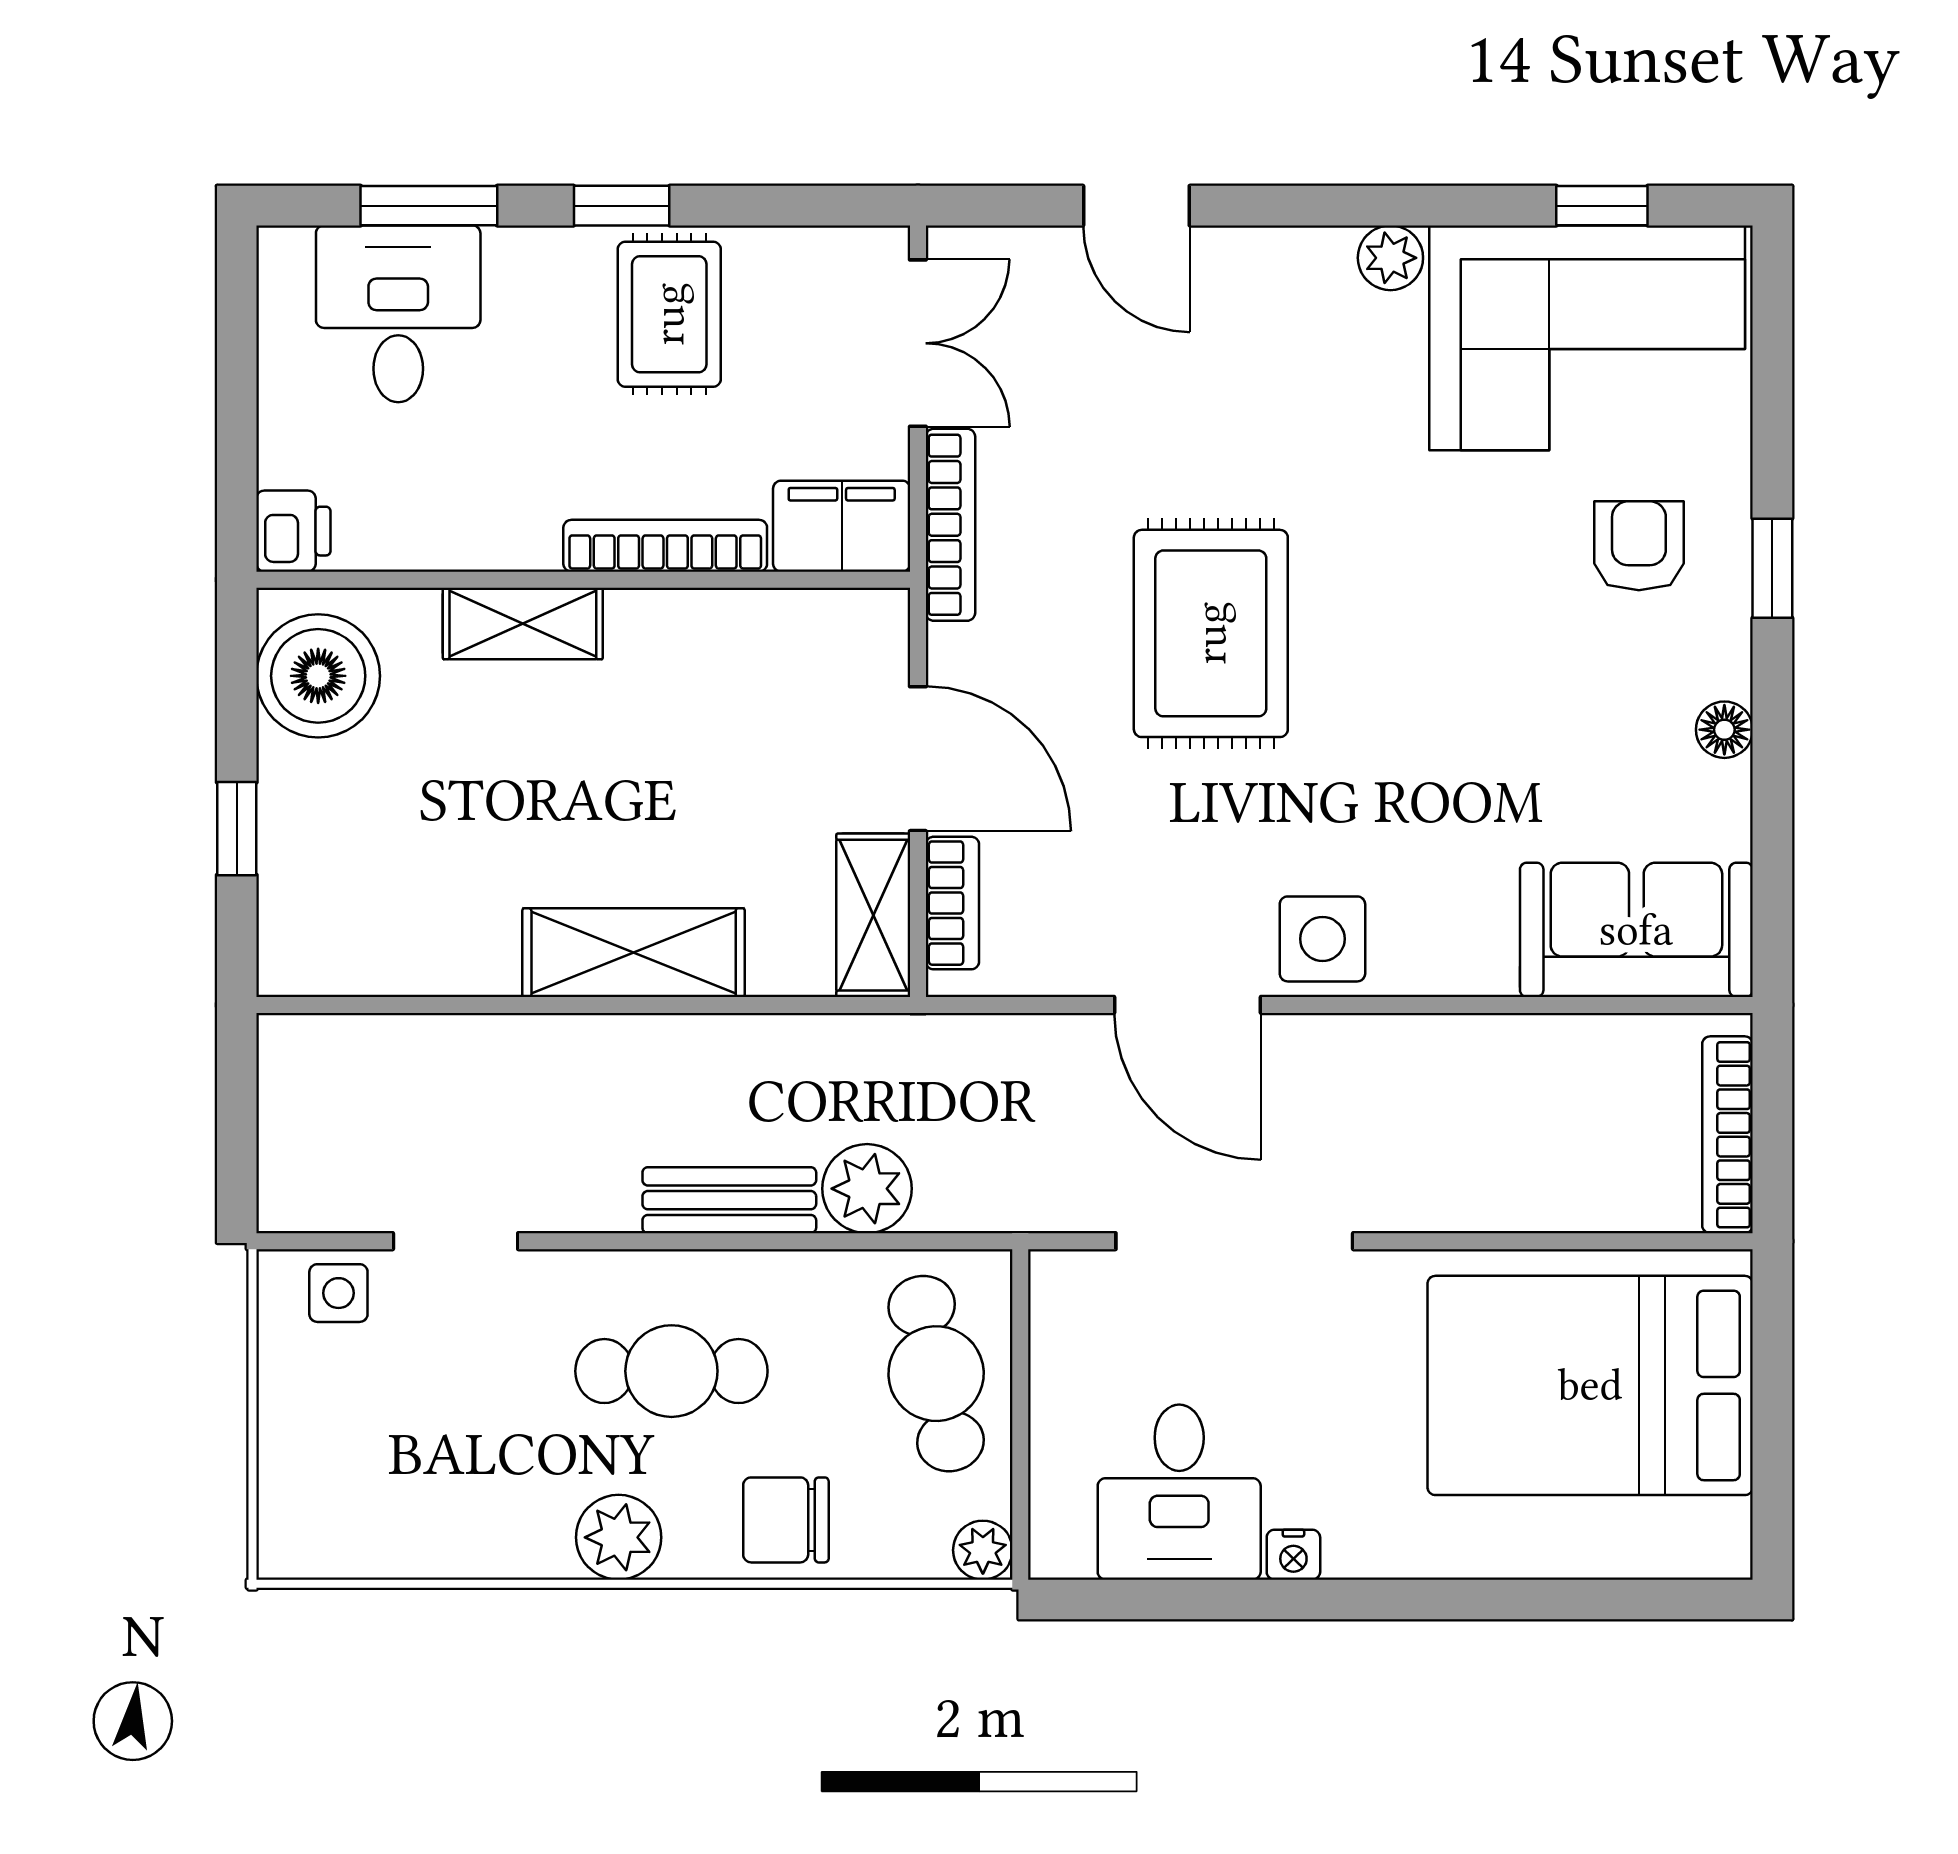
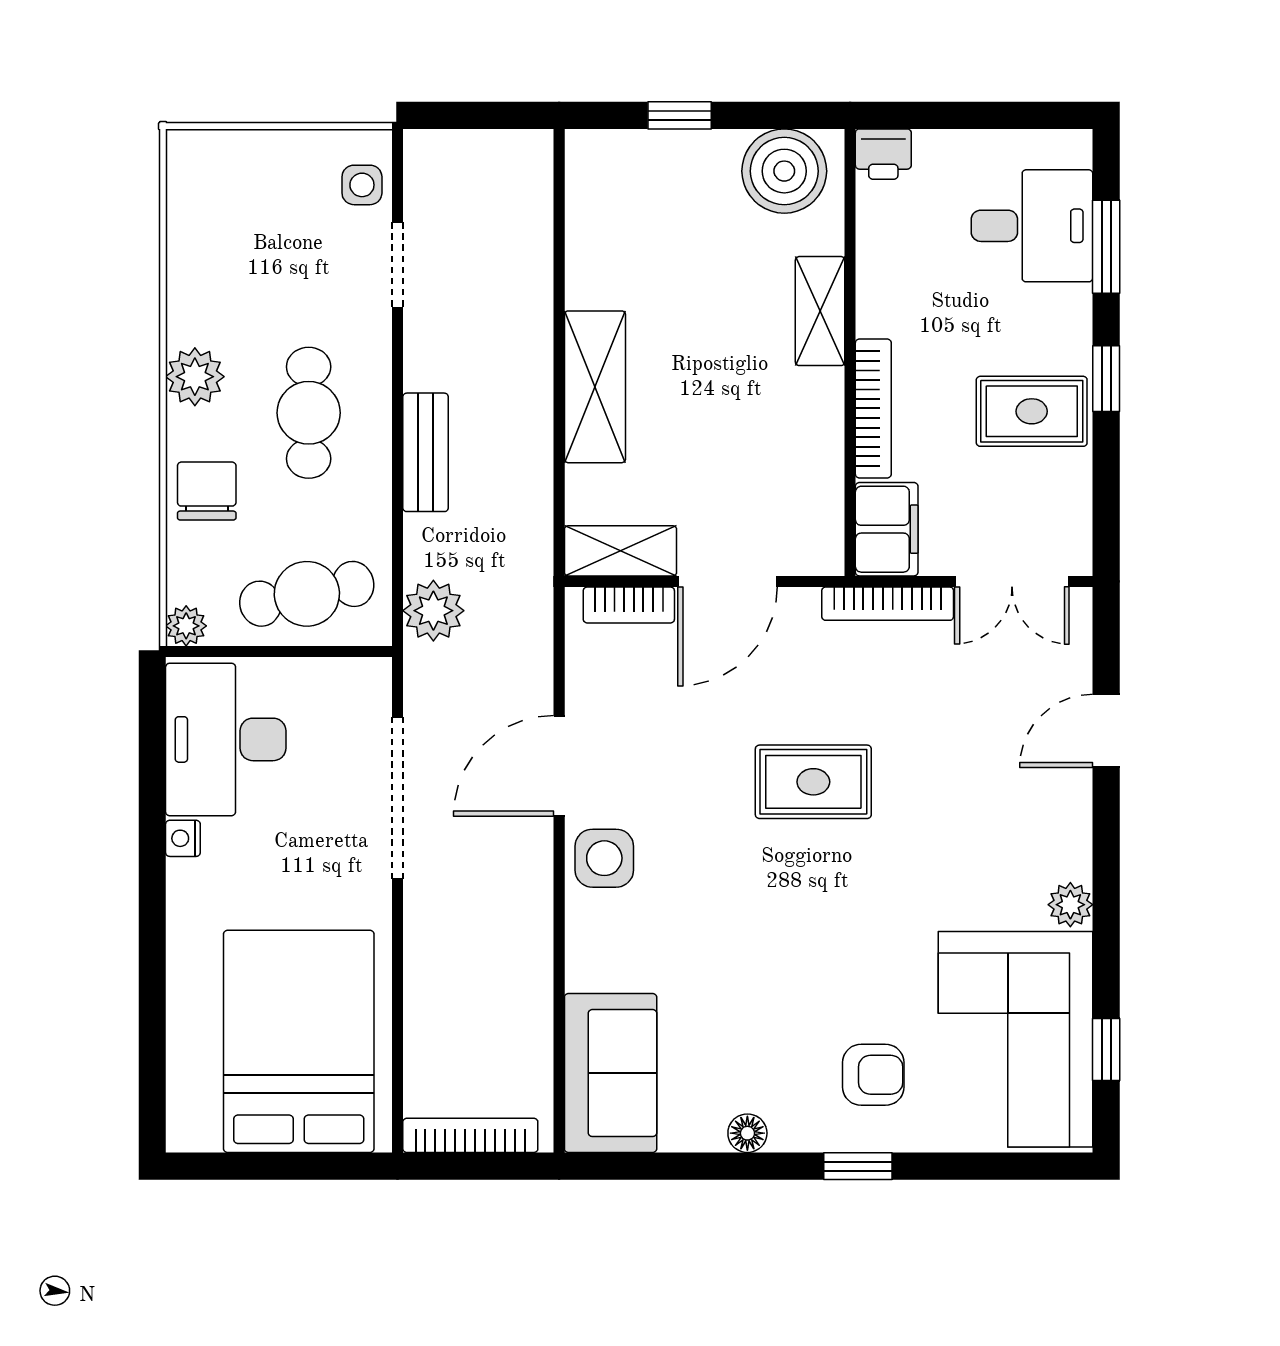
rug: (1211, 633) -> (813, 782), width x0.73, depth x0.70
plant: (867, 1189) -> (433, 611), moved
desk: (1179, 1492) -> (226, 739), width x1.37

